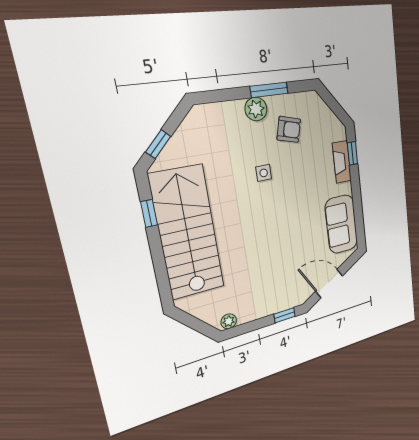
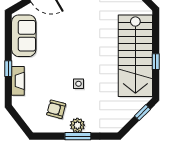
window: (269, 90) -> (78, 136), moved
window: (352, 153) -> (8, 69), moved
window: (149, 213) -> (156, 62), moved

